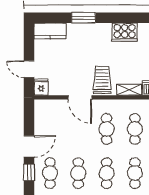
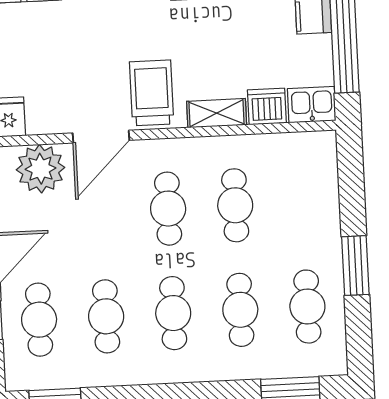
door: (80, 97) -> (101, 137), hinge flipped
plant: (54, 110) -> (40, 169), added

